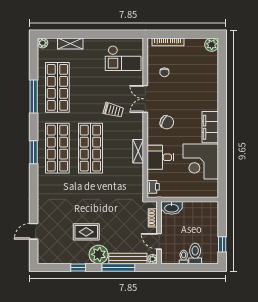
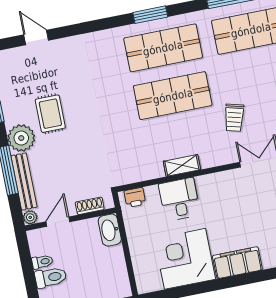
chair: (167, 122) -> (232, 199), removed

